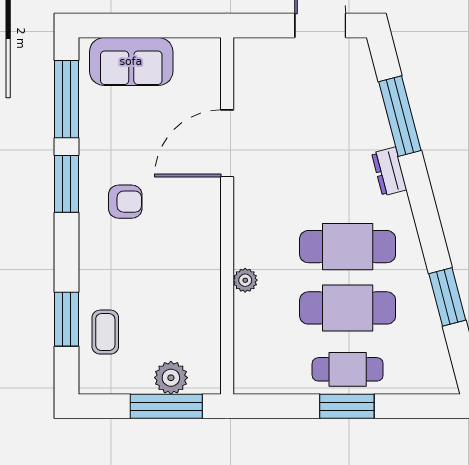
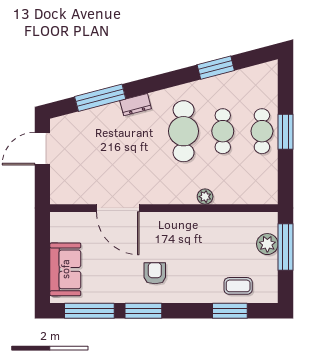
cafe table: (348, 308) -> (223, 131), width x0.73, depth x0.74

